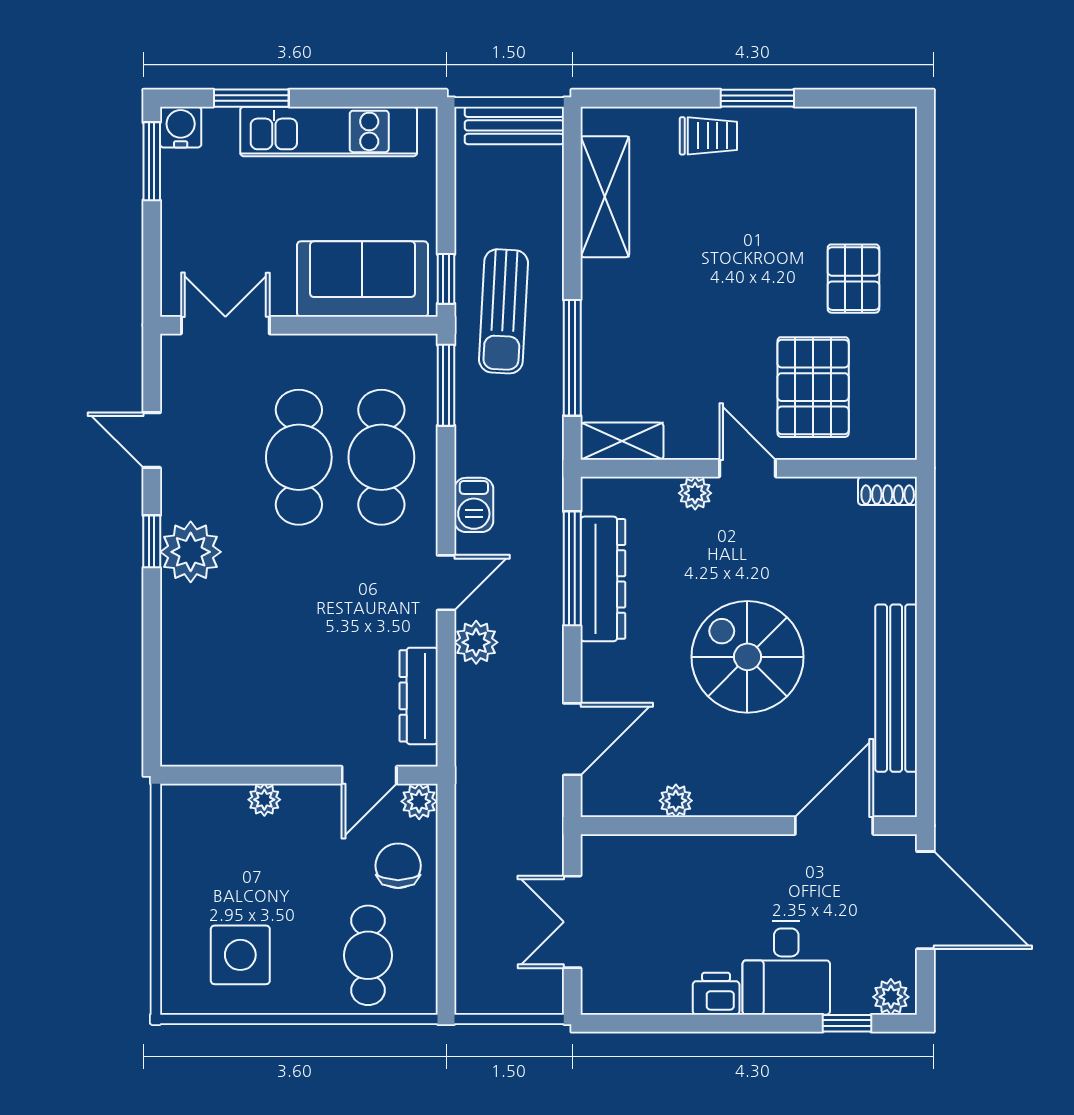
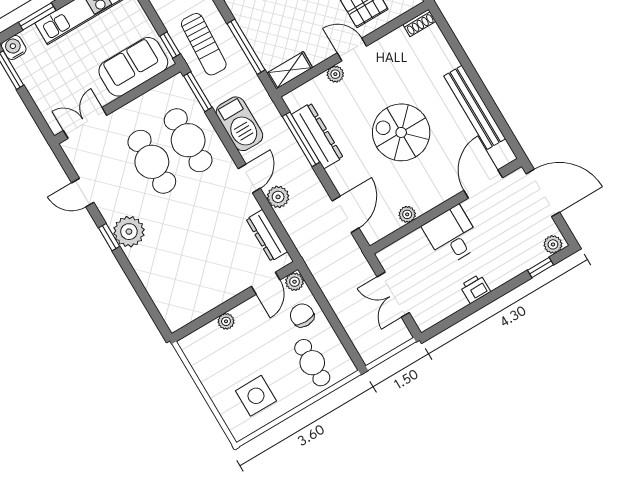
barbecue: (474, 505) -> (239, 124), width x1.88, depth x1.53
desk: (786, 968) -> (452, 235), moved, turned 180

